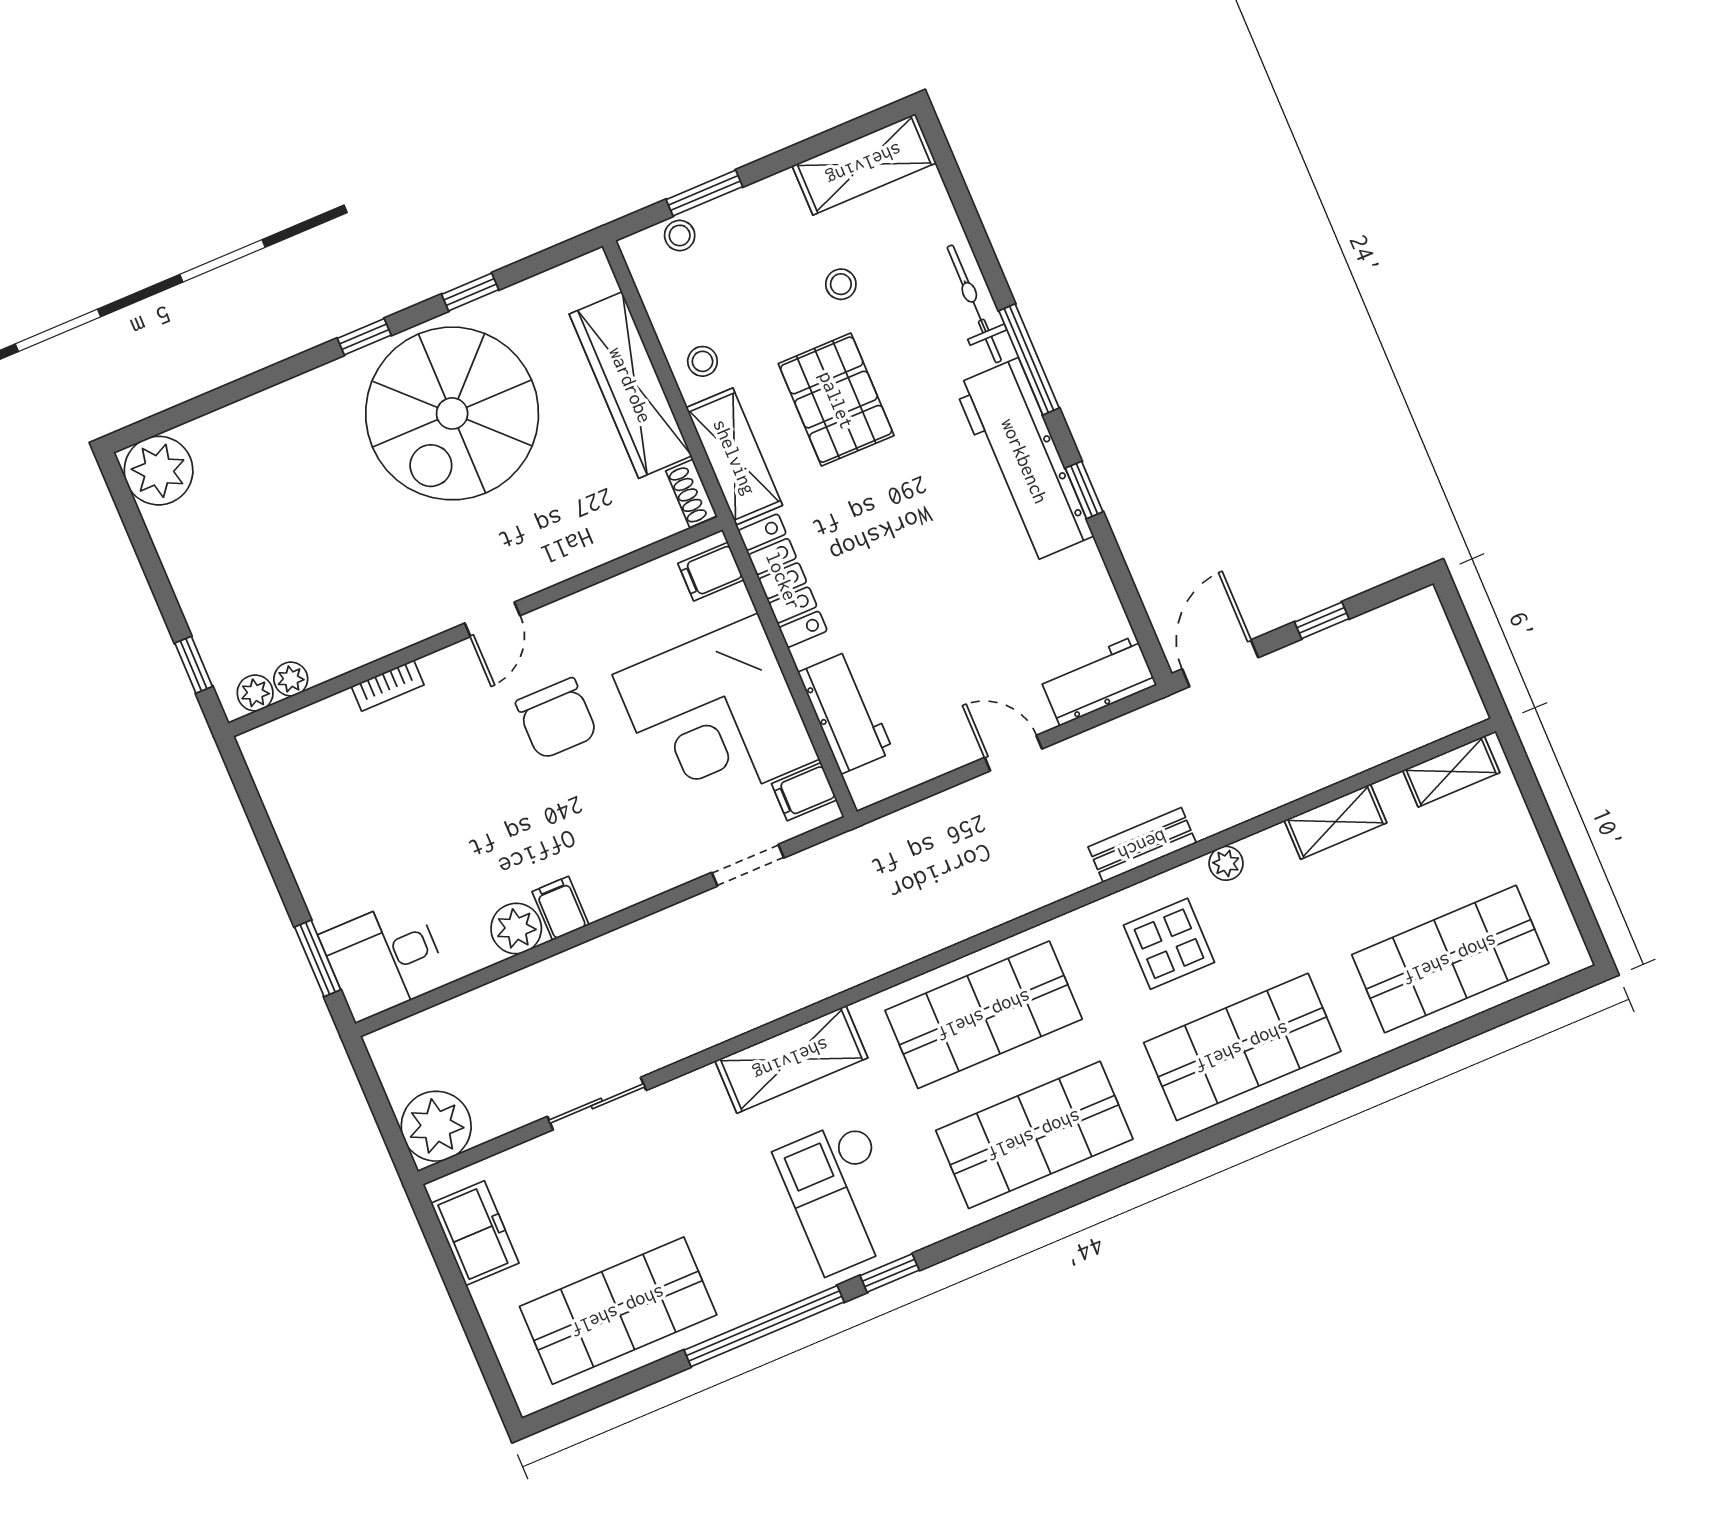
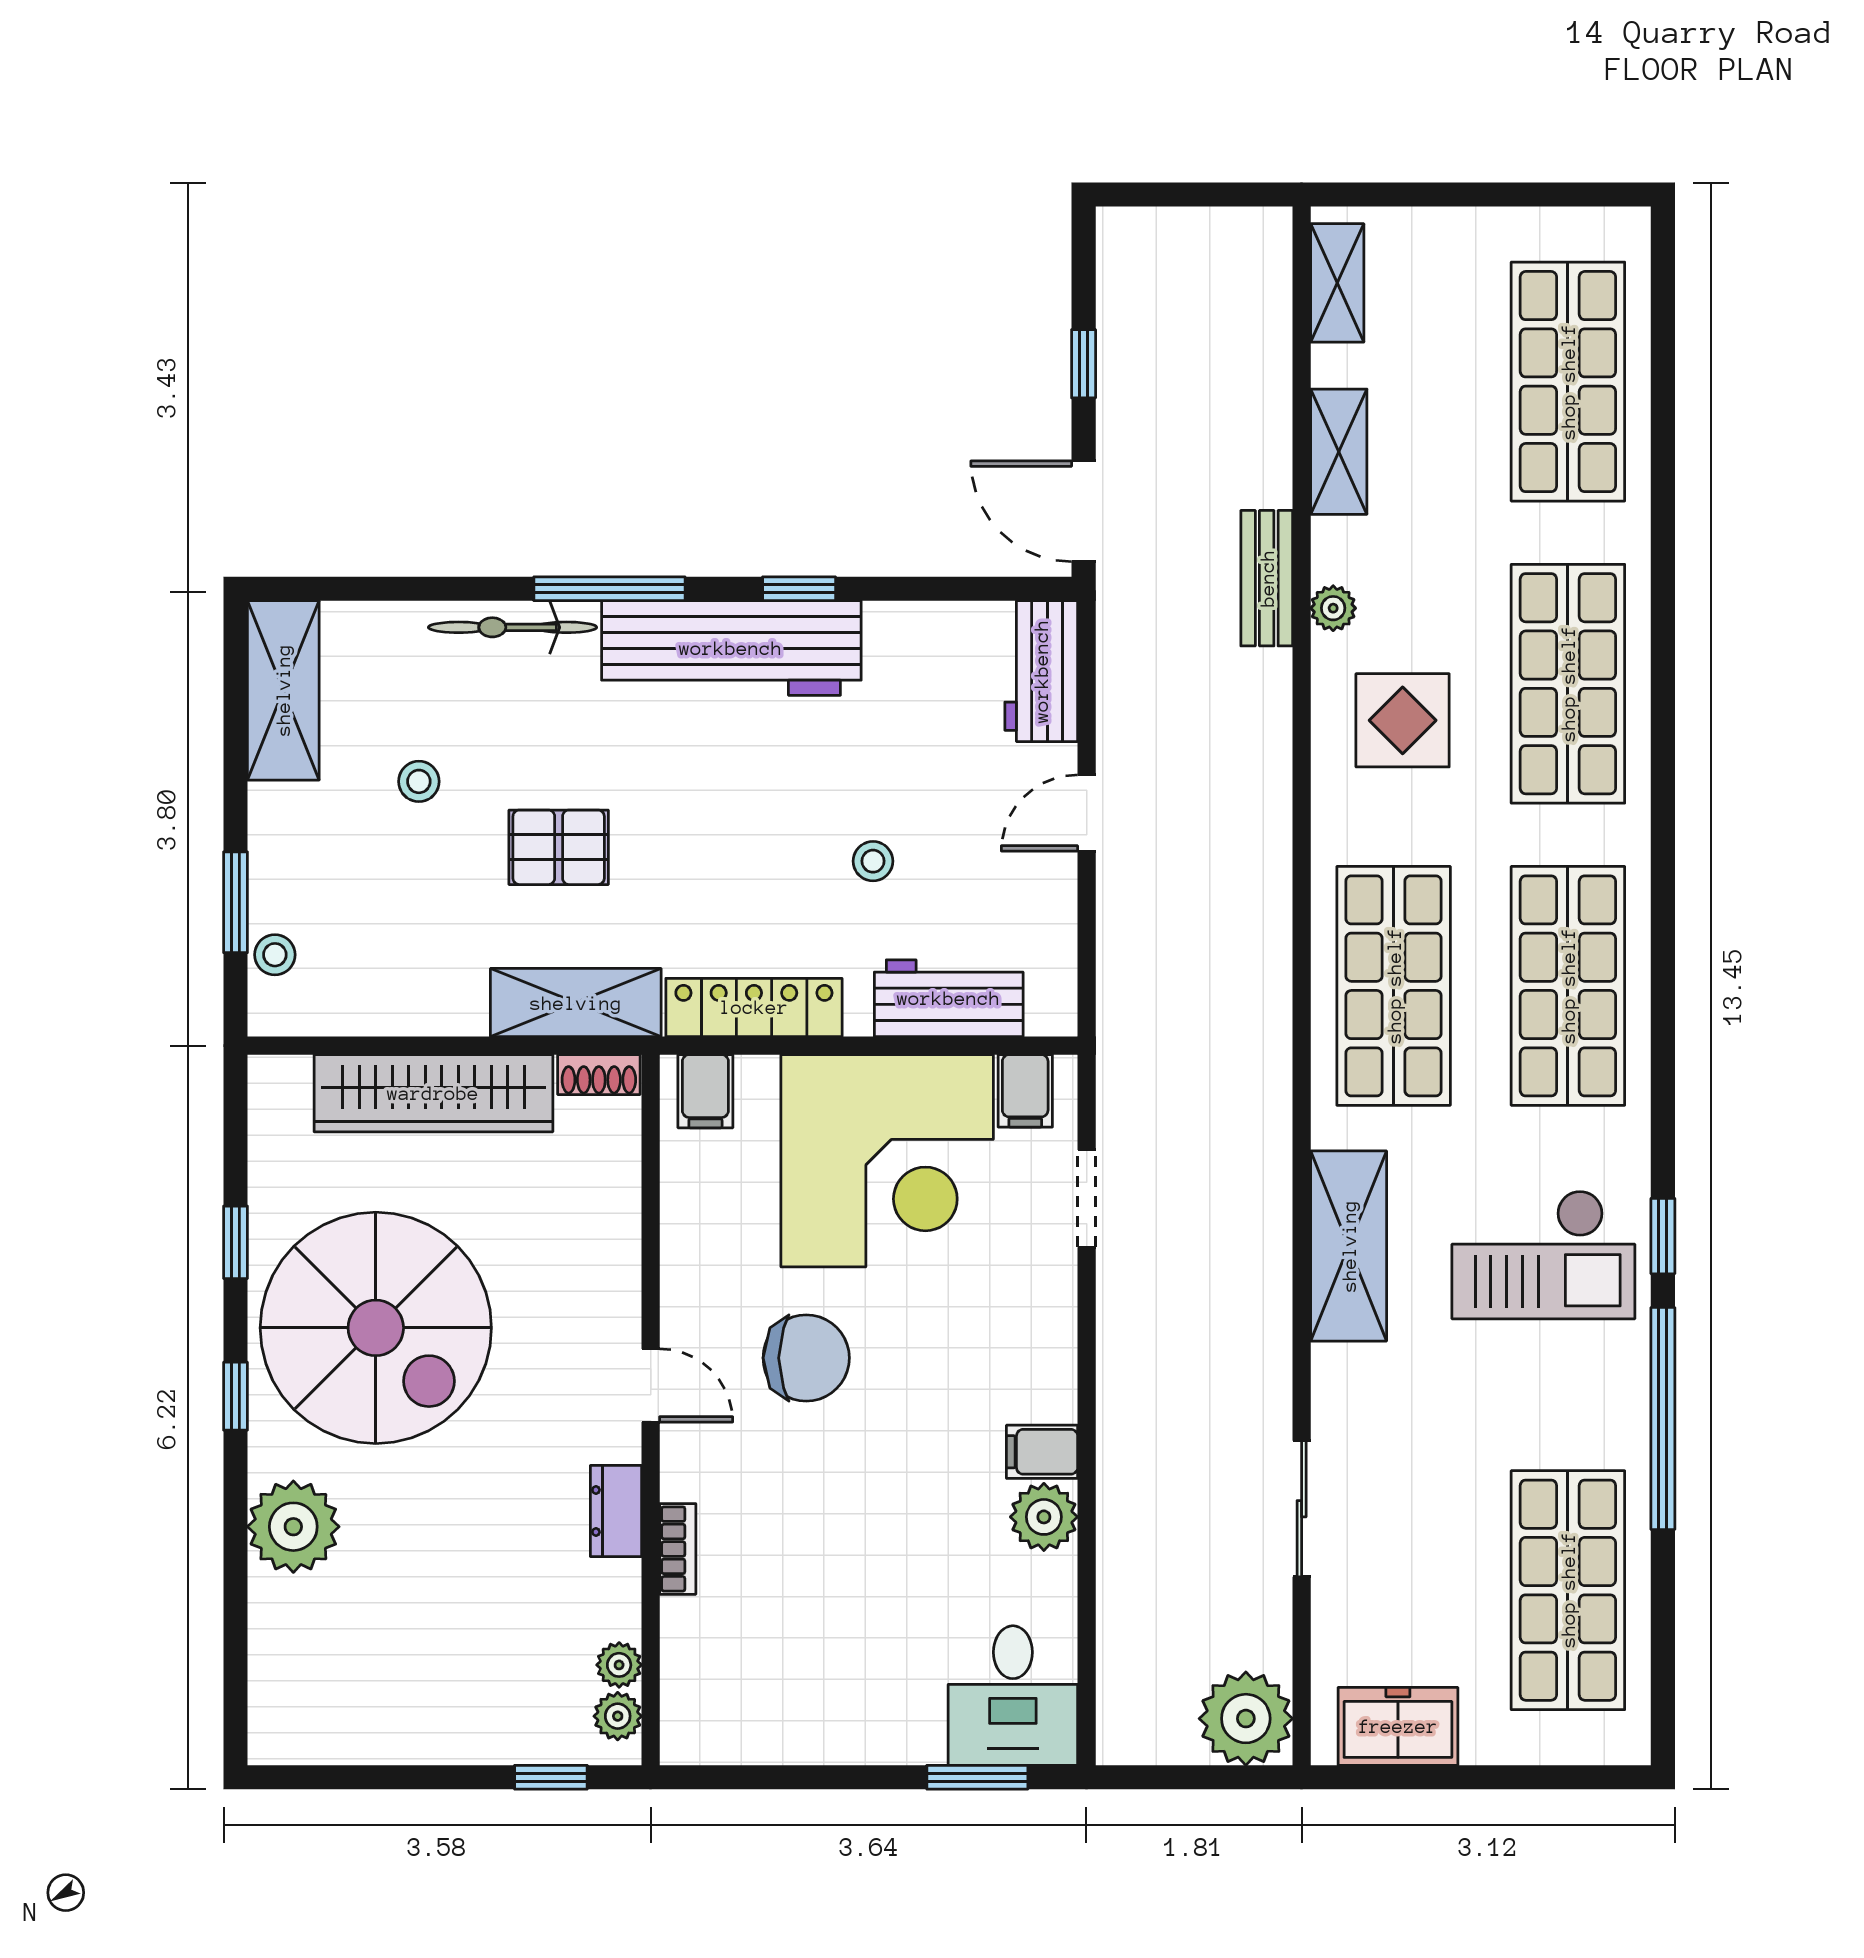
stool: (702, 361) -> (873, 861), moved
pallet: (836, 400) -> (559, 847), width x0.67, depth x0.71
plant: (159, 471) -> (293, 1527), moved
dresser: (396, 632) -> (616, 1511), added
bench: (1142, 845) -> (1267, 578), moved

